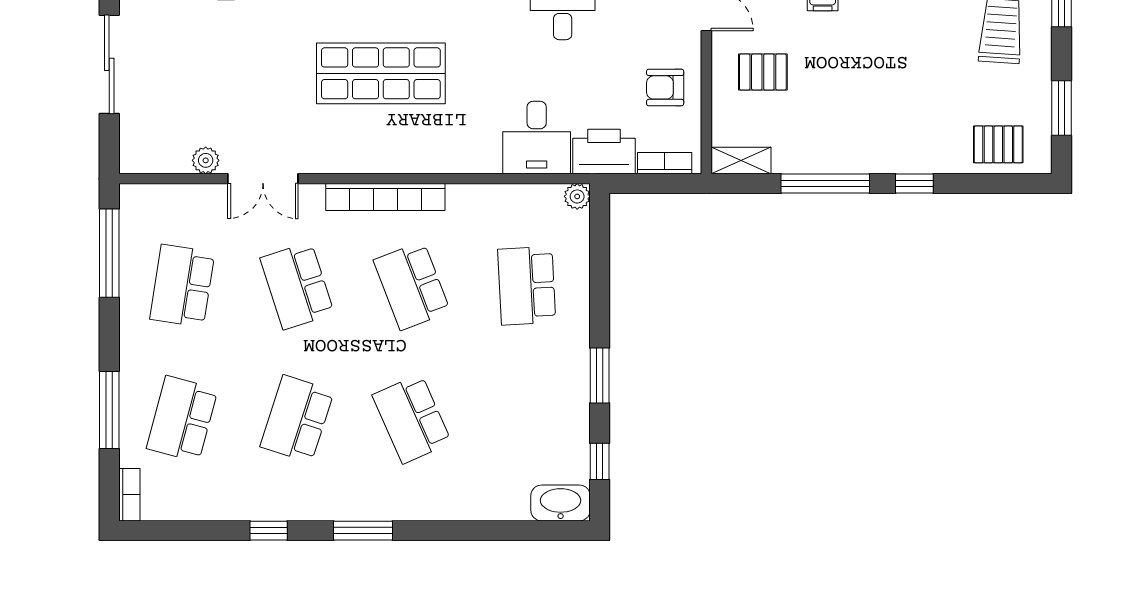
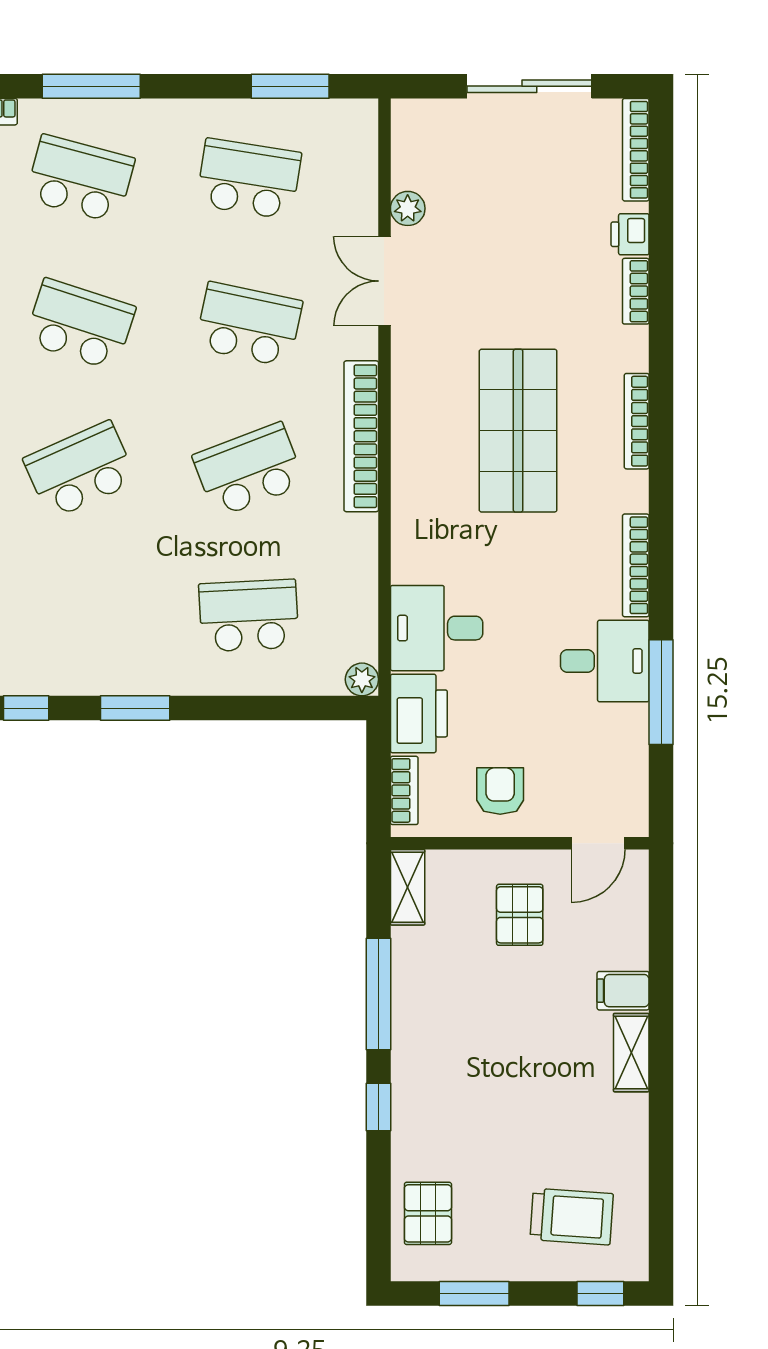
window: (109, 253) -> (290, 86), width x0.69
school desk: (297, 286) -> (249, 324), turned 30

